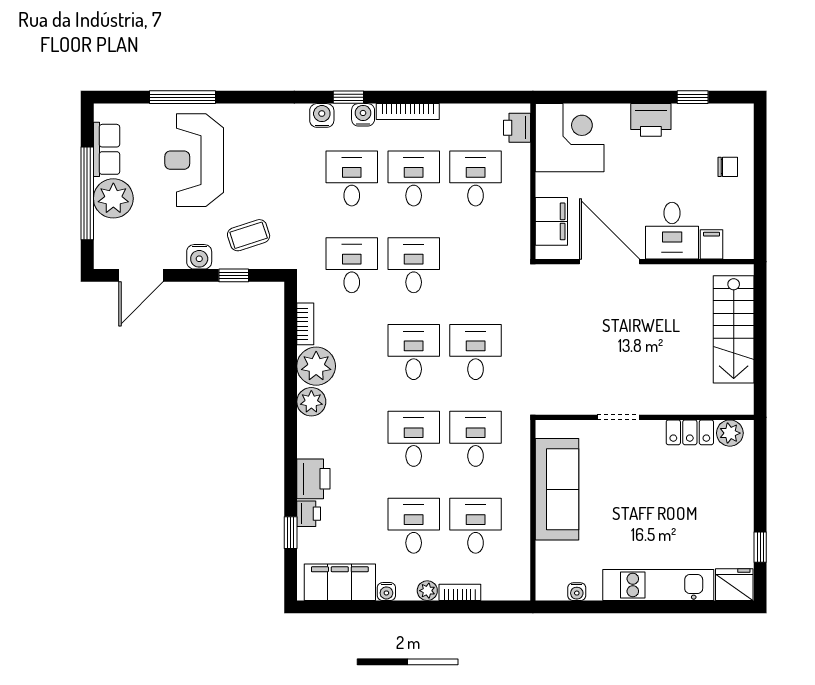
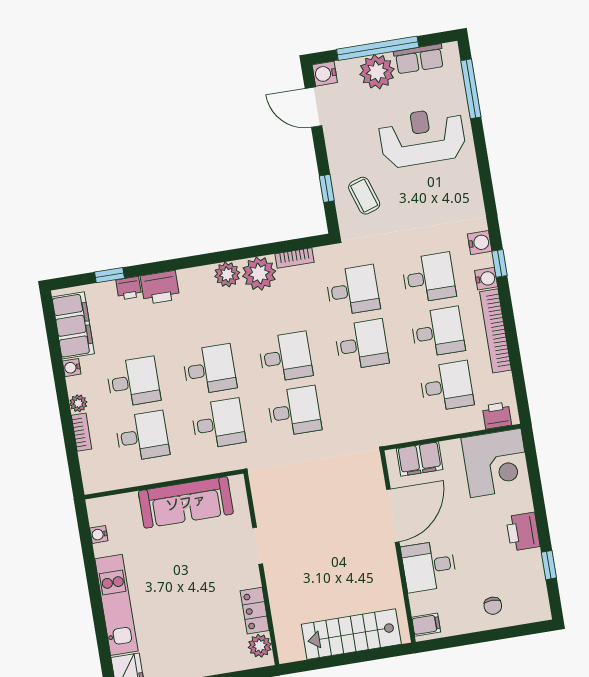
window: (183, 97) -> (471, 89), moved
bookcase: (408, 111) -> (495, 331), width x1.48, depth x1.31
filing cabinet: (711, 244) -> (426, 625), moved
water cooler: (199, 257) -> (325, 74), moved

